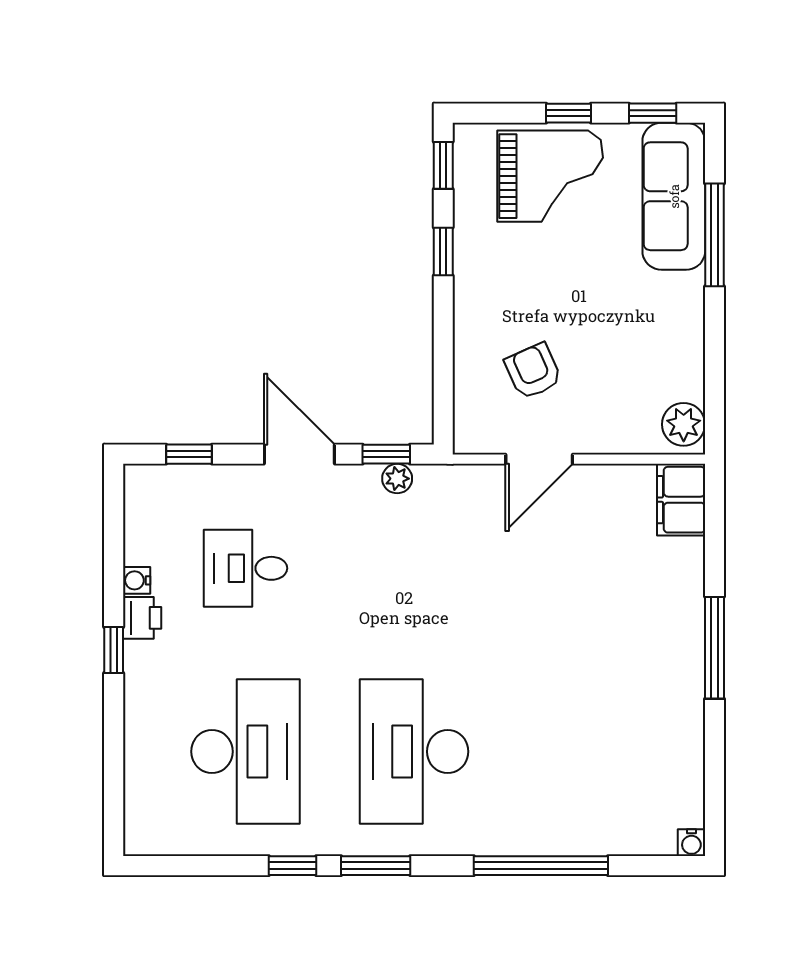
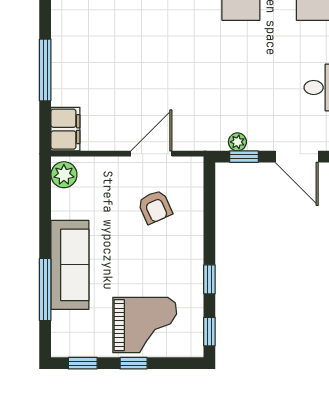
grand piano: (550, 176) -> (145, 325), turned 180
sofa: (674, 196) -> (70, 265), moved
window: (714, 648) -> (45, 70), moved

